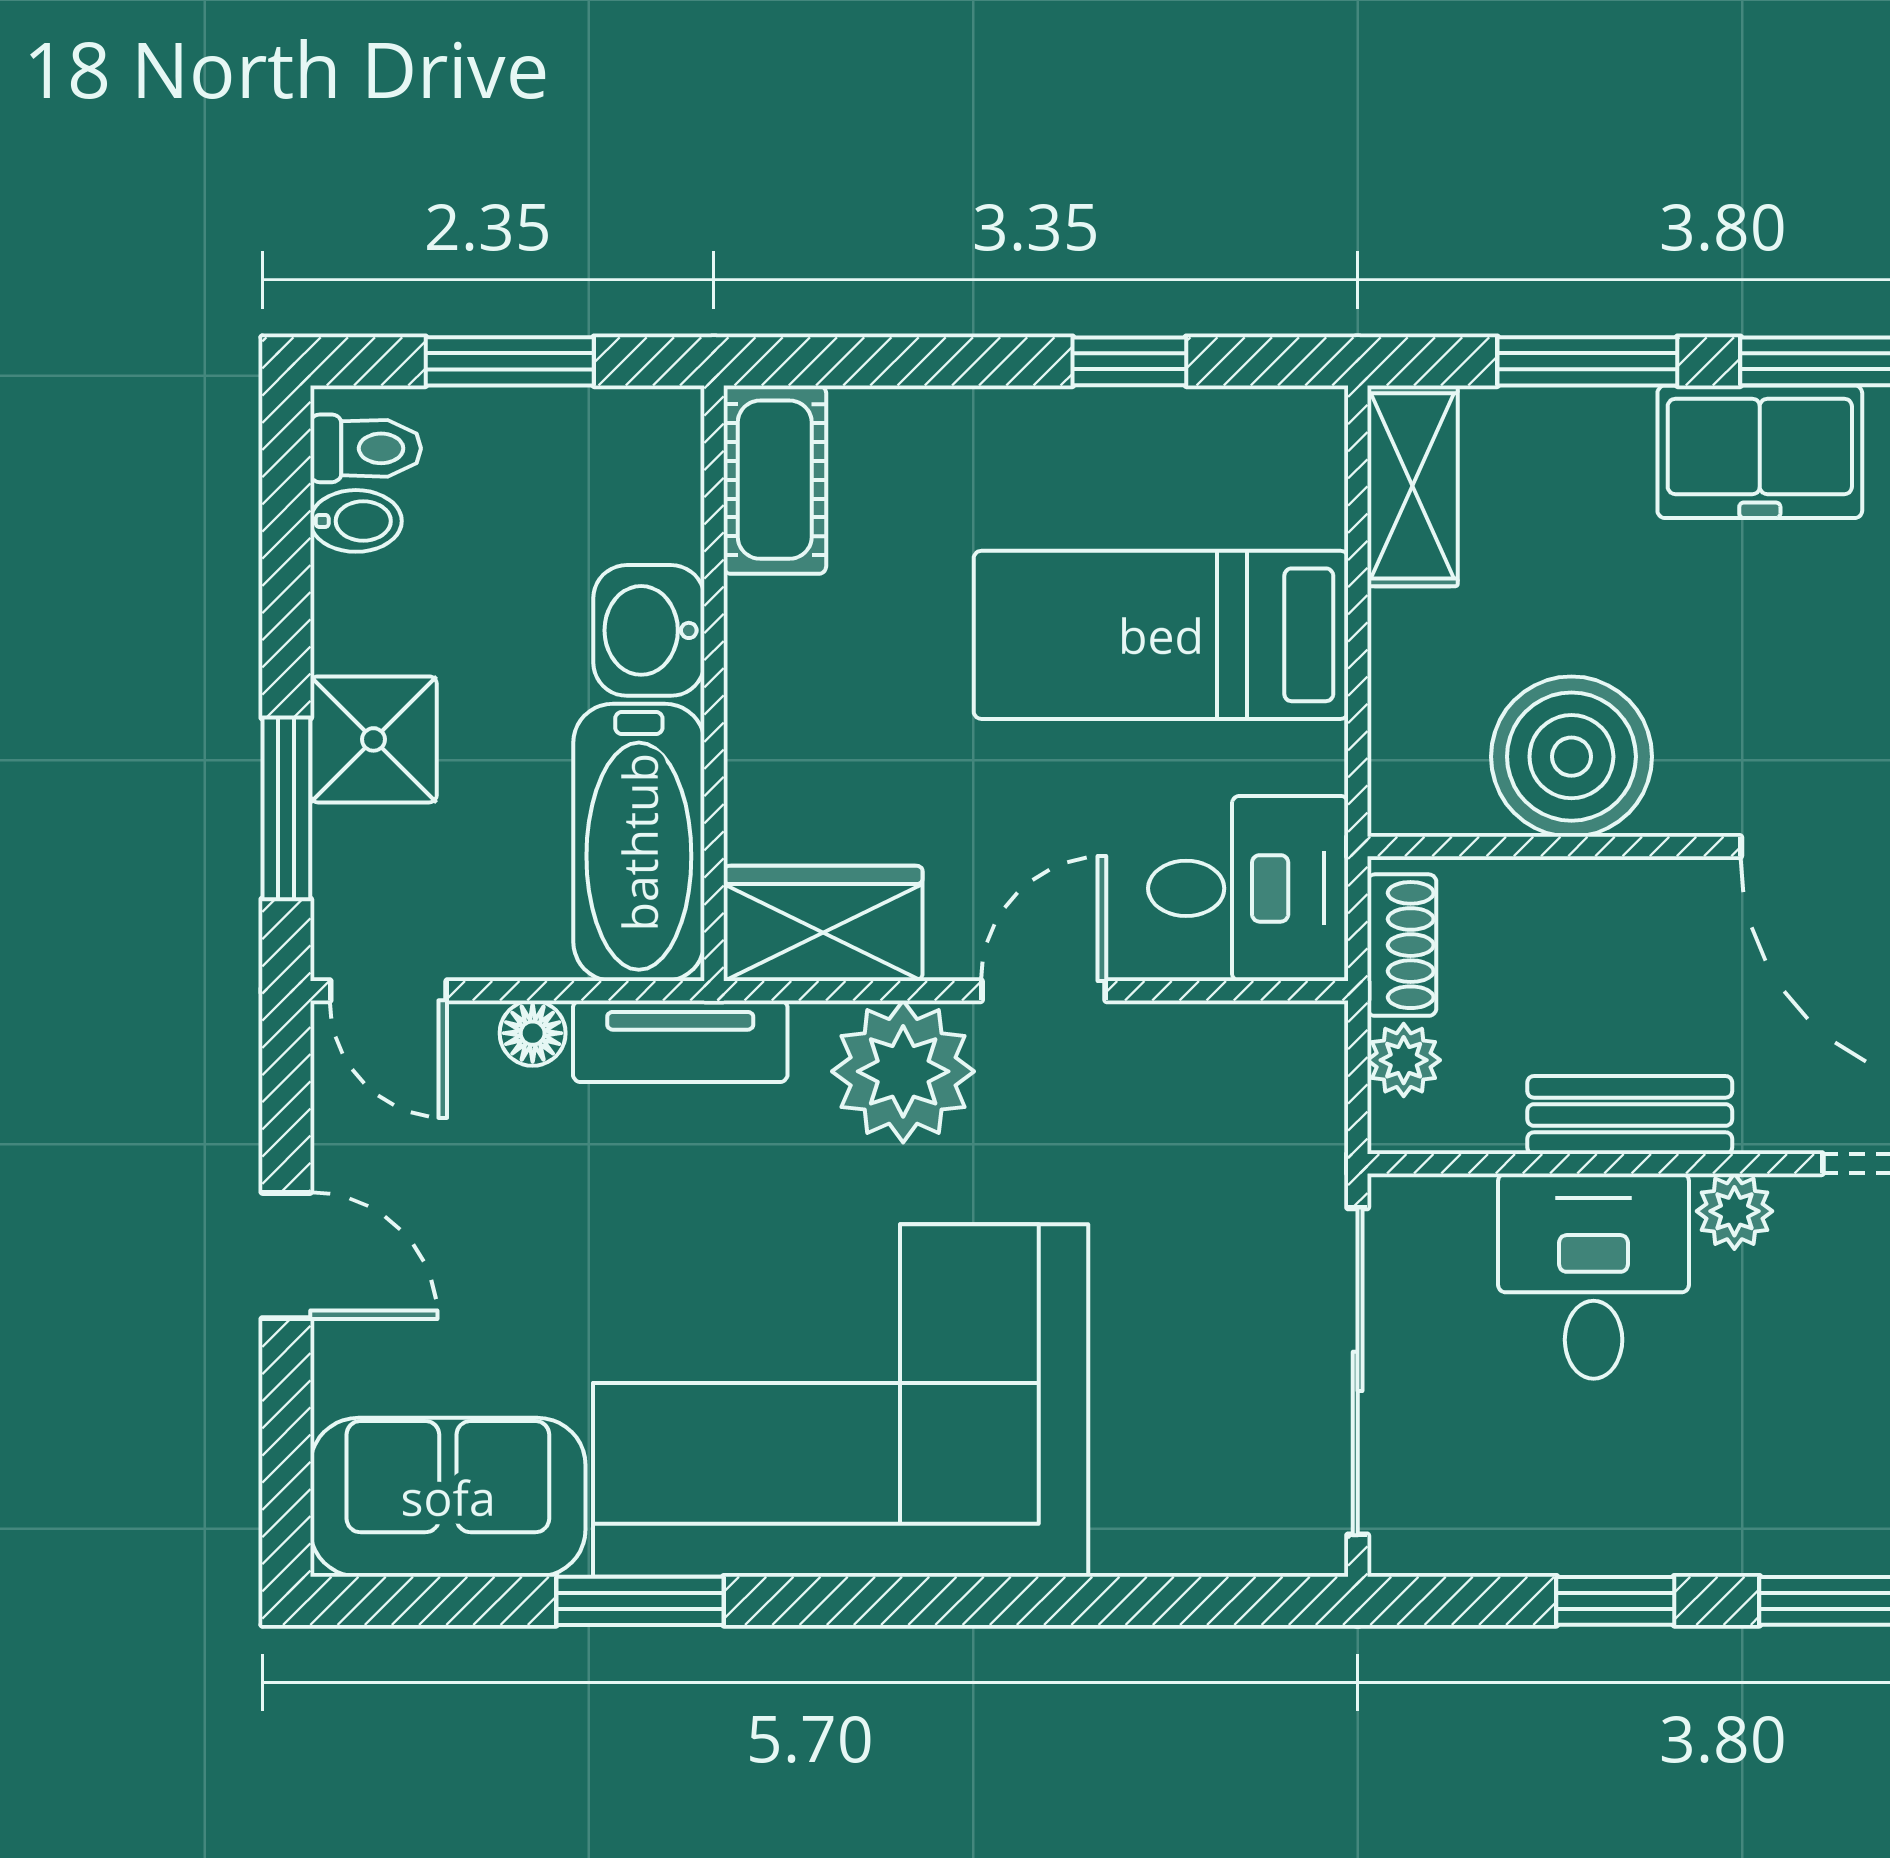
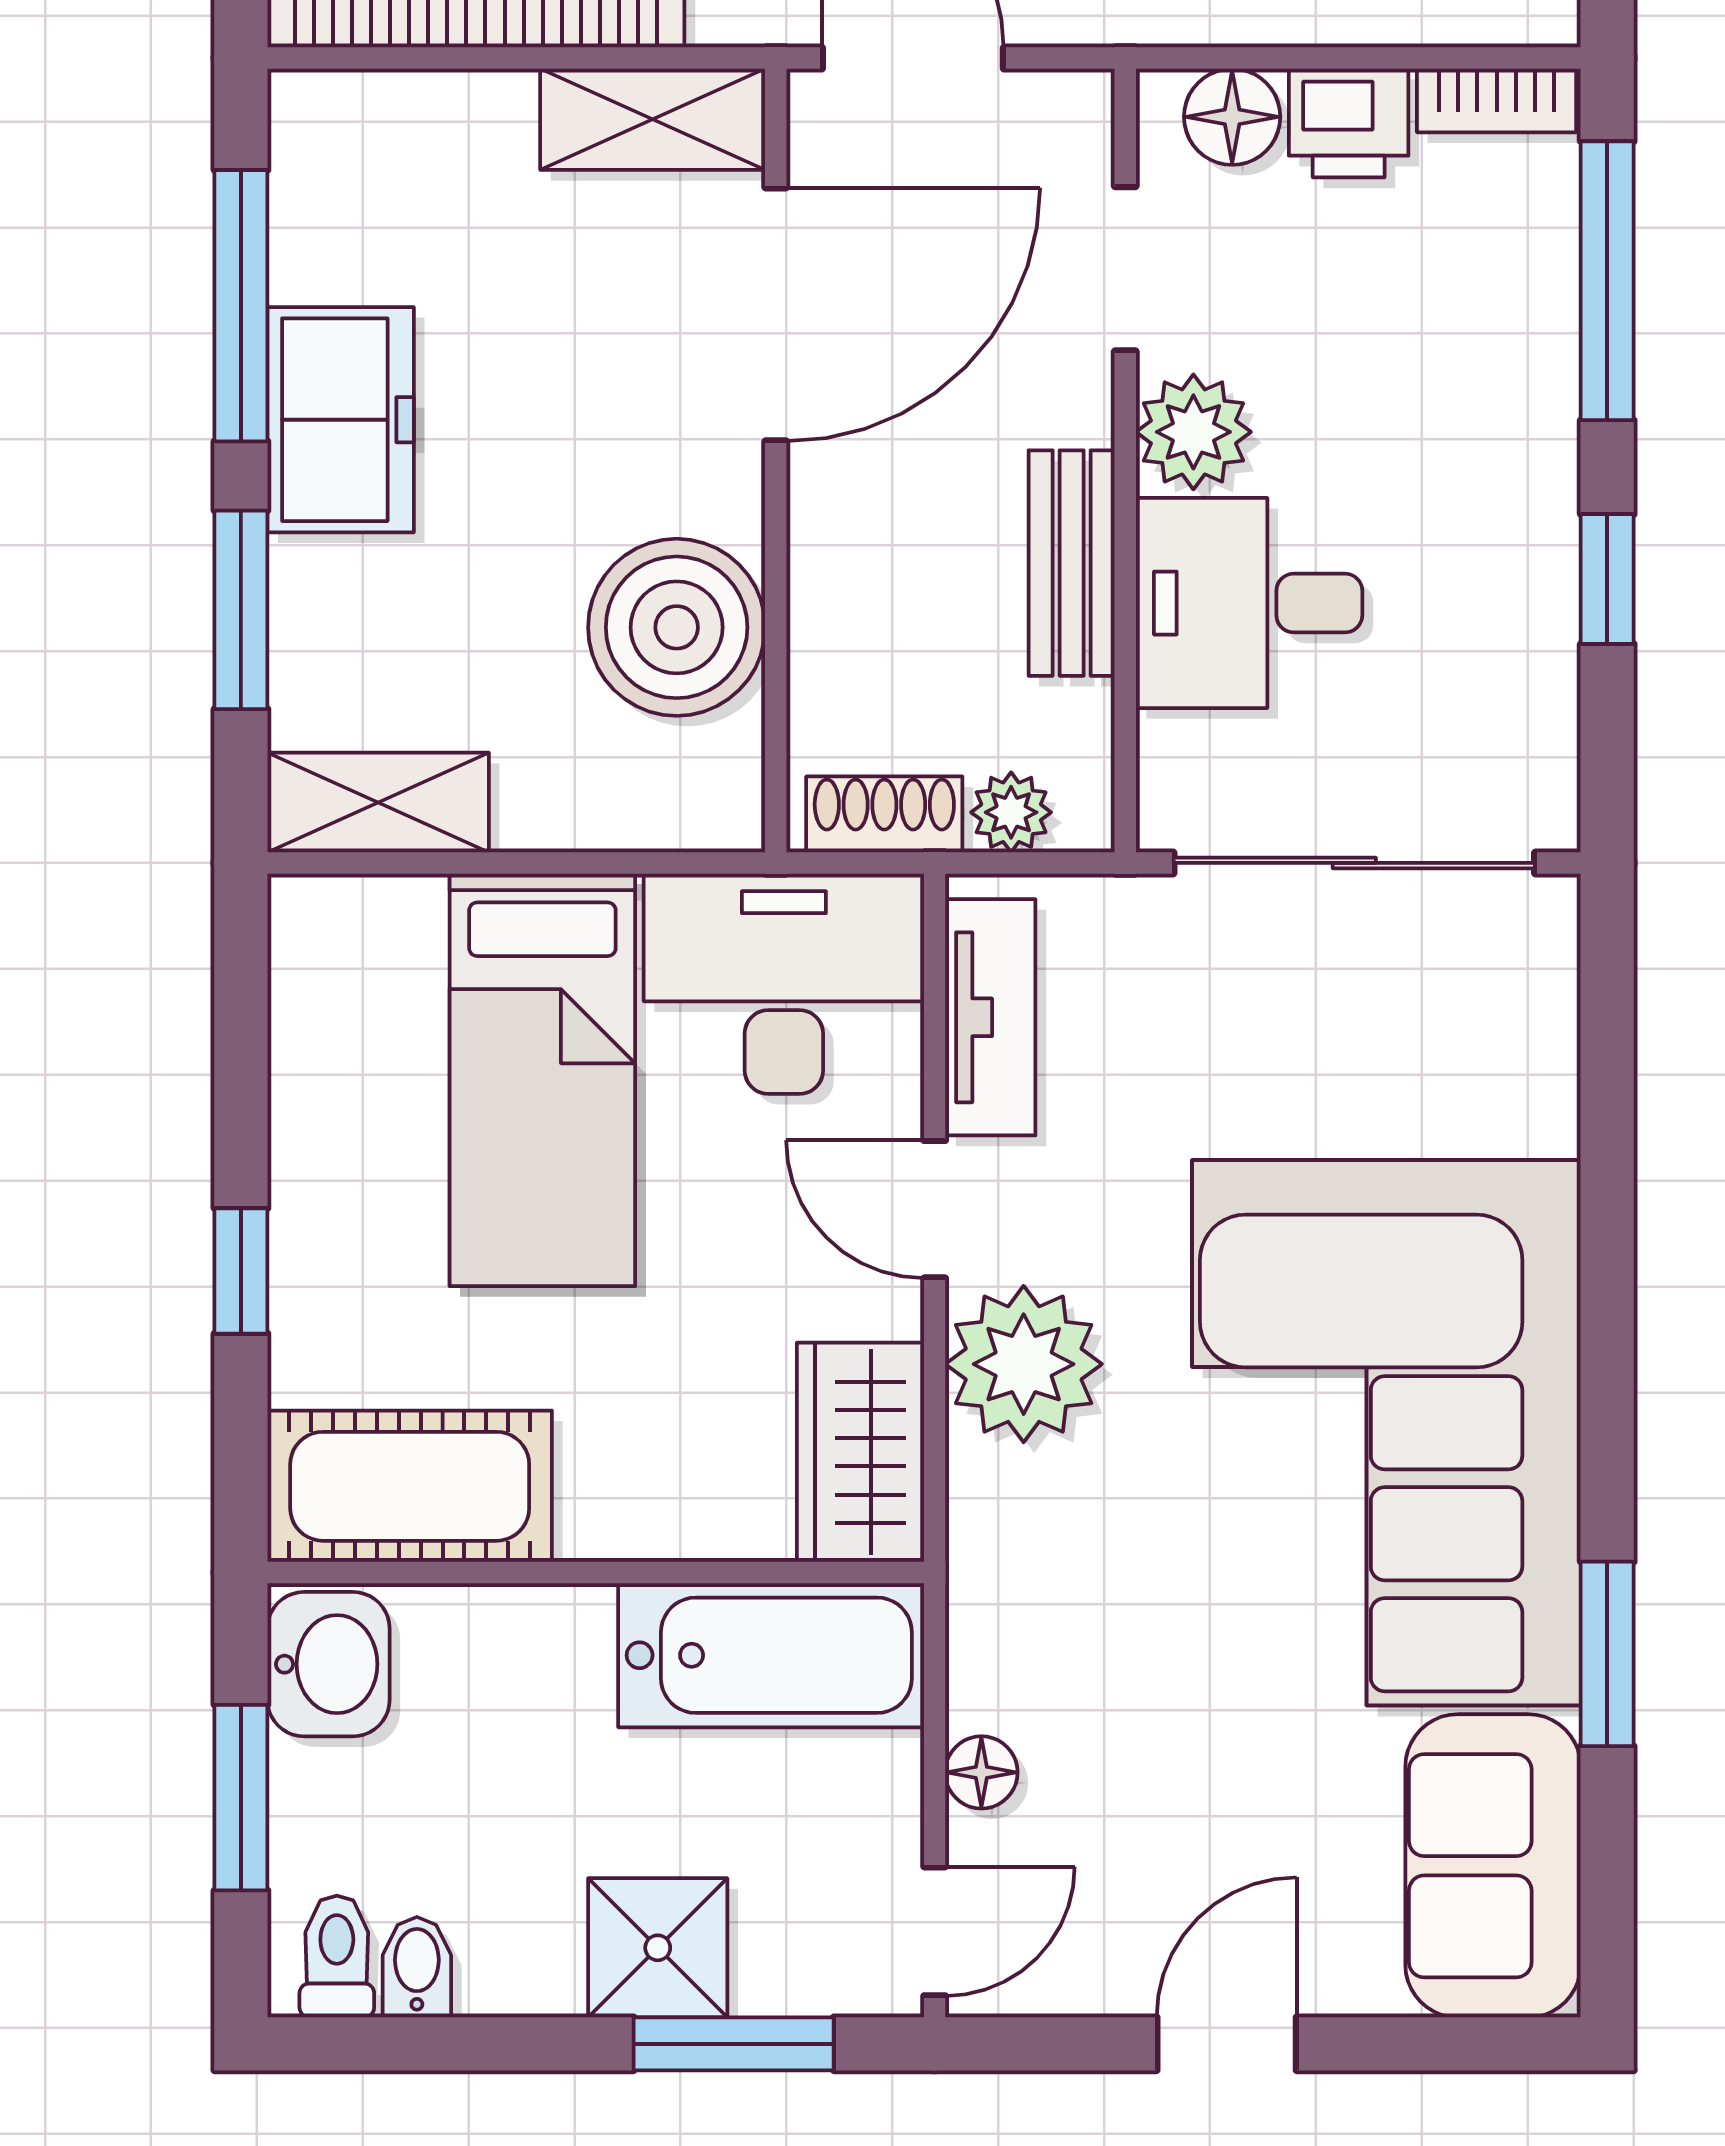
window: (1129, 361) -> (241, 1271), moved
cot: (775, 480) -> (410, 1486), width x1.37, depth x1.34
washbasin: (649, 630) -> (328, 1664), moved, turned -90
desk: (1248, 888) -> (784, 984), width x1.37
tv unit: (680, 1041) -> (990, 1017), moved
plant: (1734, 1211) -> (1193, 432), width x1.38, depth x1.38

